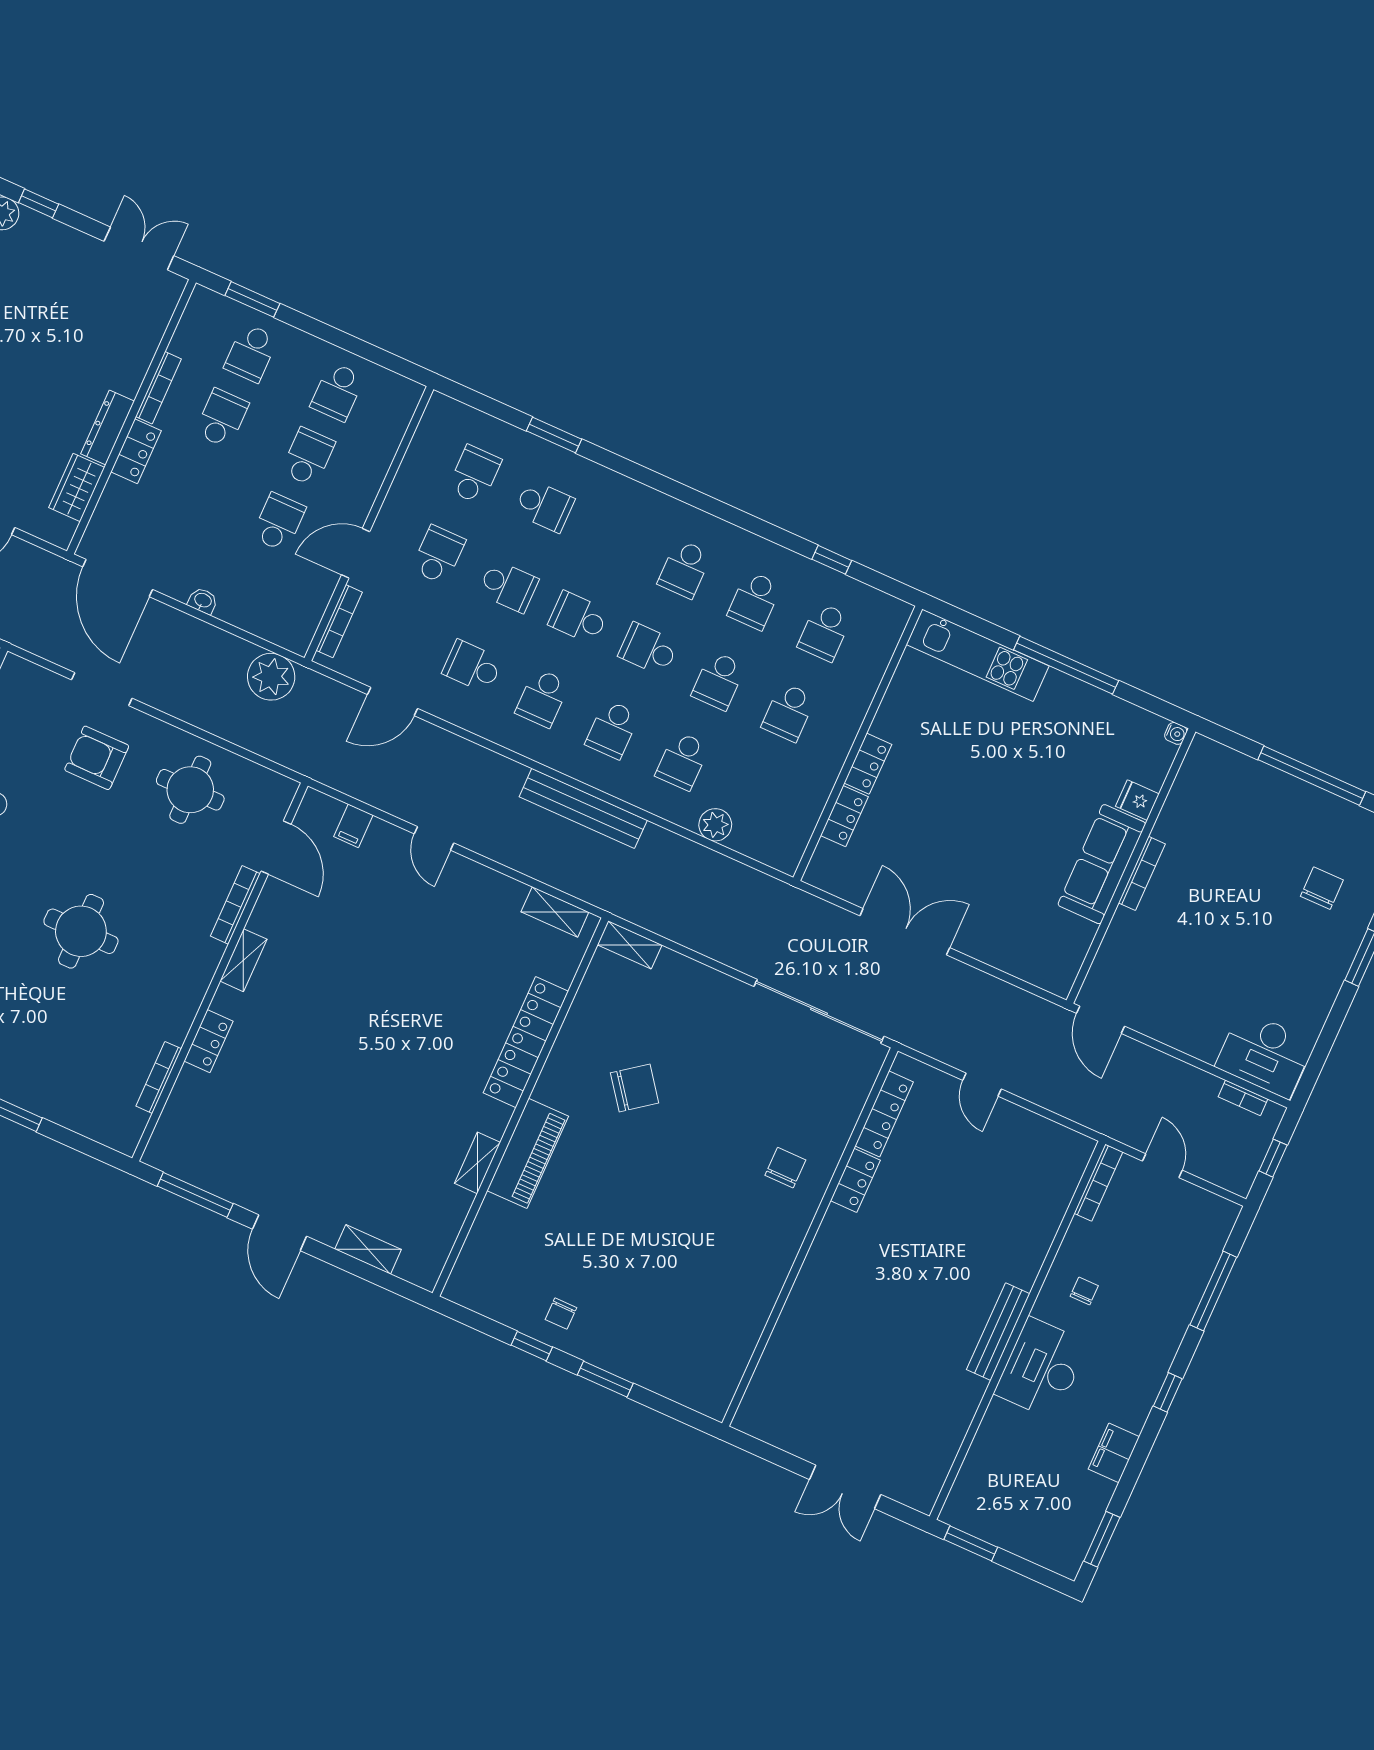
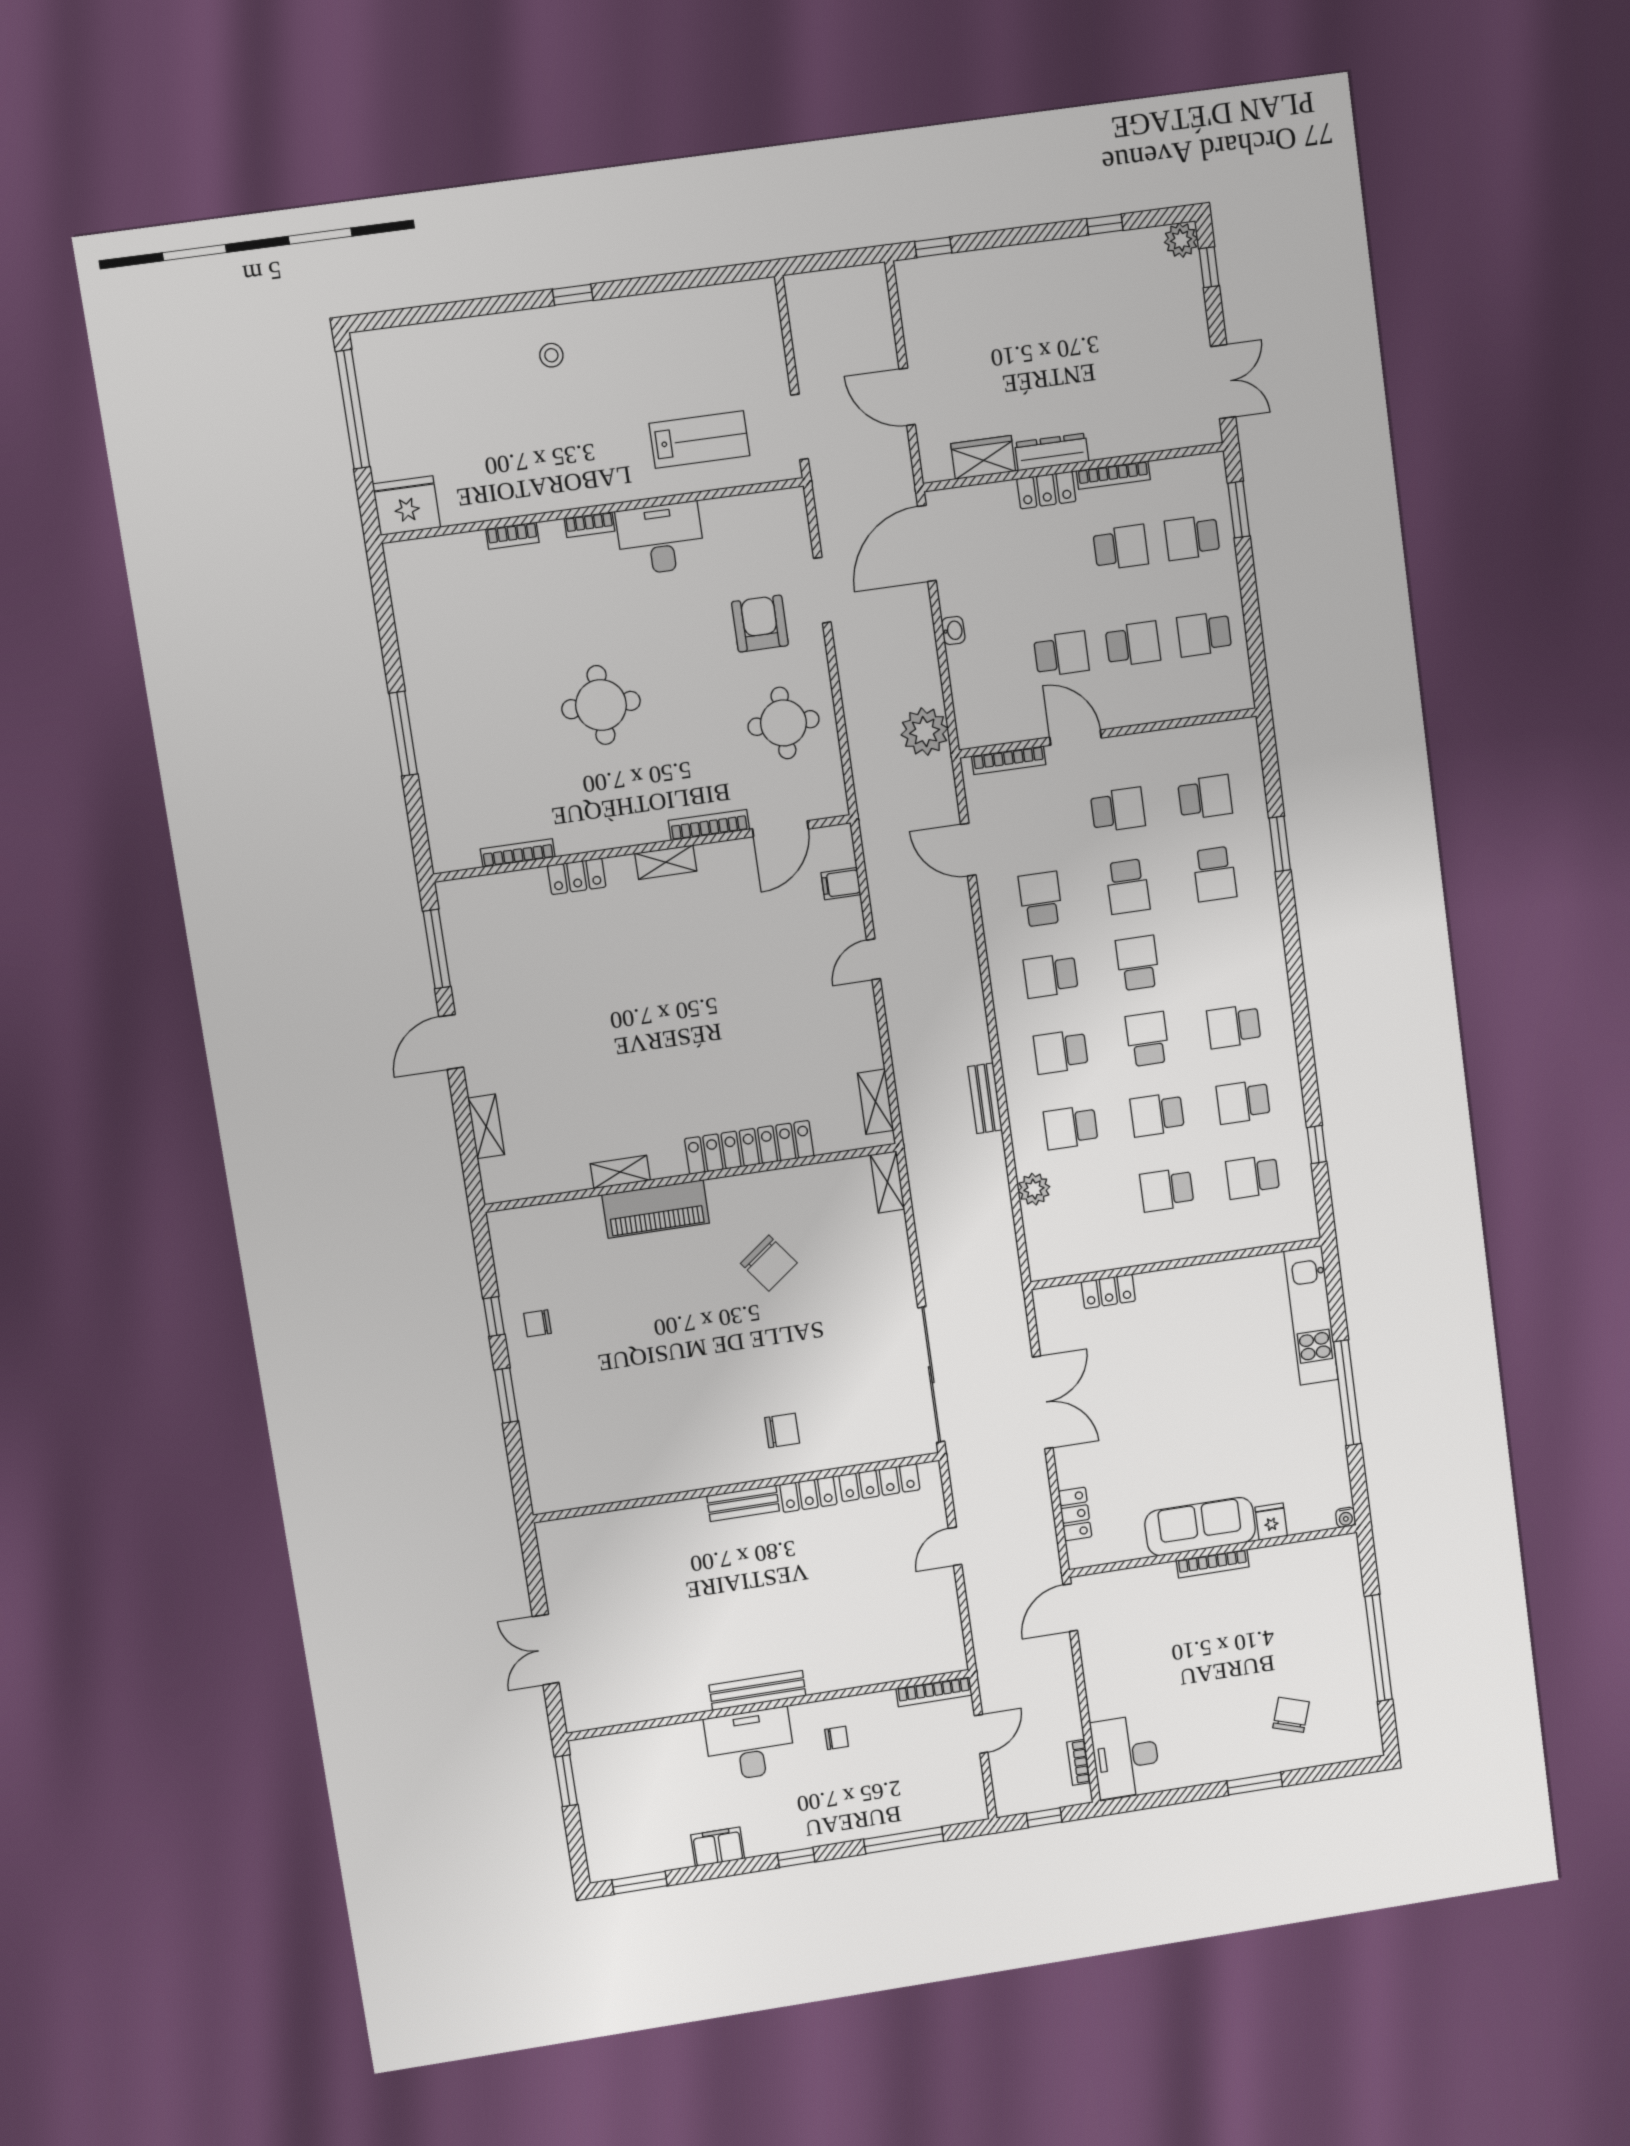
locker: (868, 764) -> (1075, 1514), moved, turned -90
bench: (583, 808) -> (985, 1098), width x0.54, depth x0.82
chair: (1322, 888) -> (1291, 1715), turned -72
bench: (827, 1240) -> (743, 1503), added

